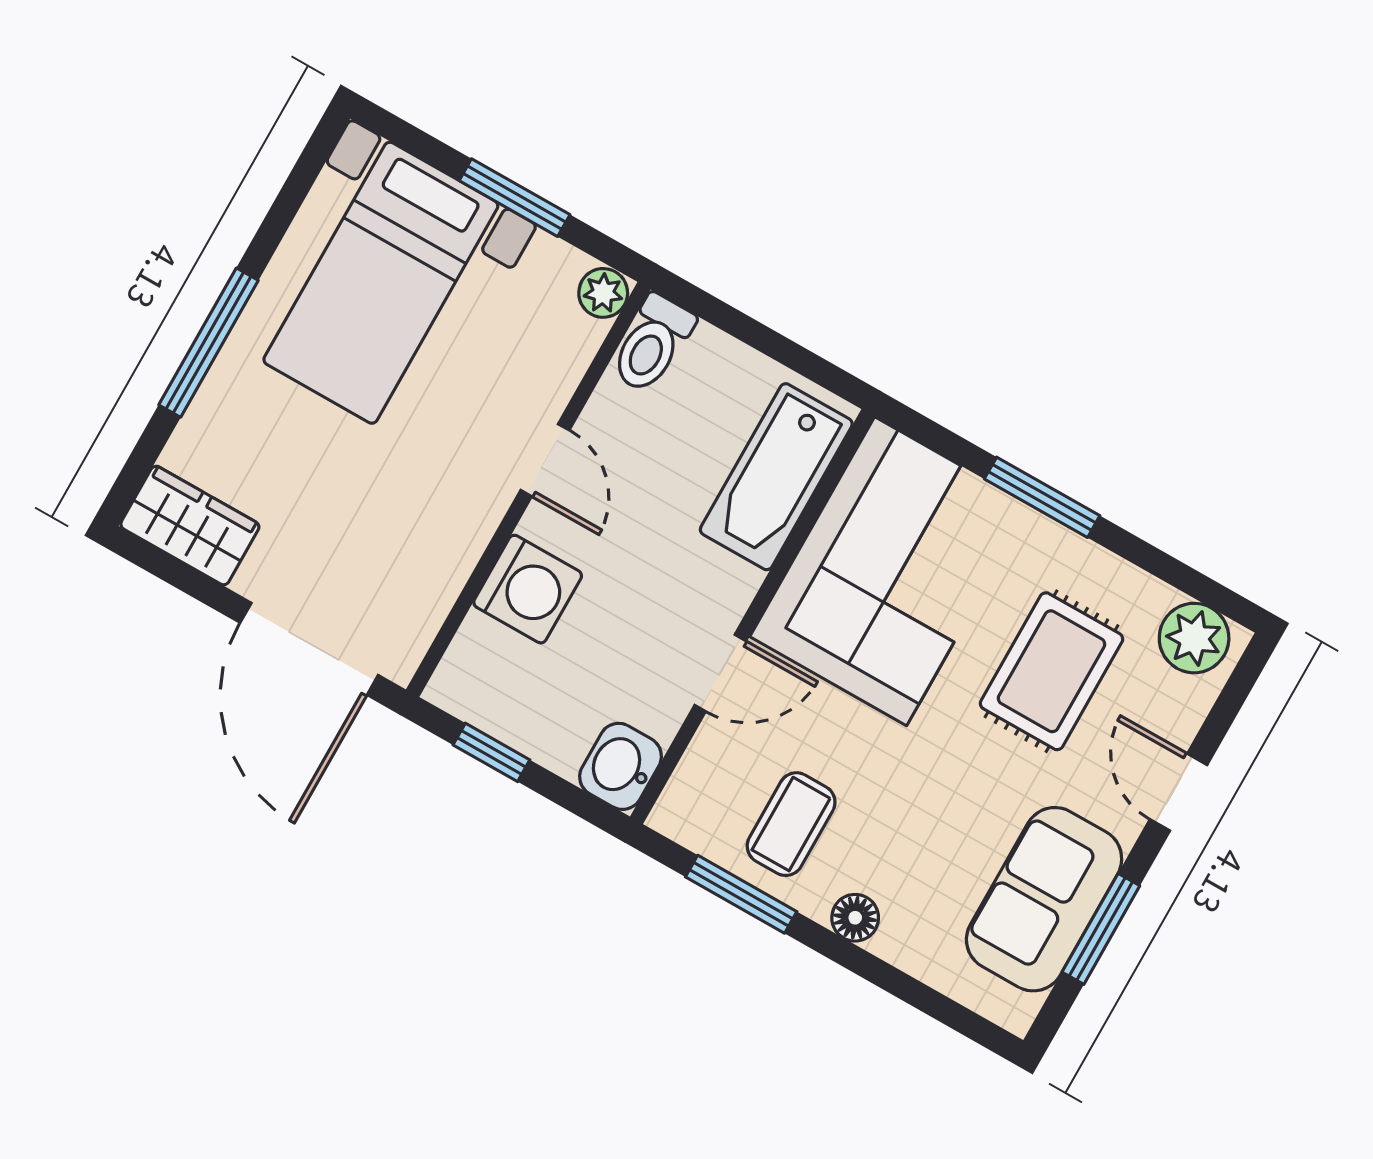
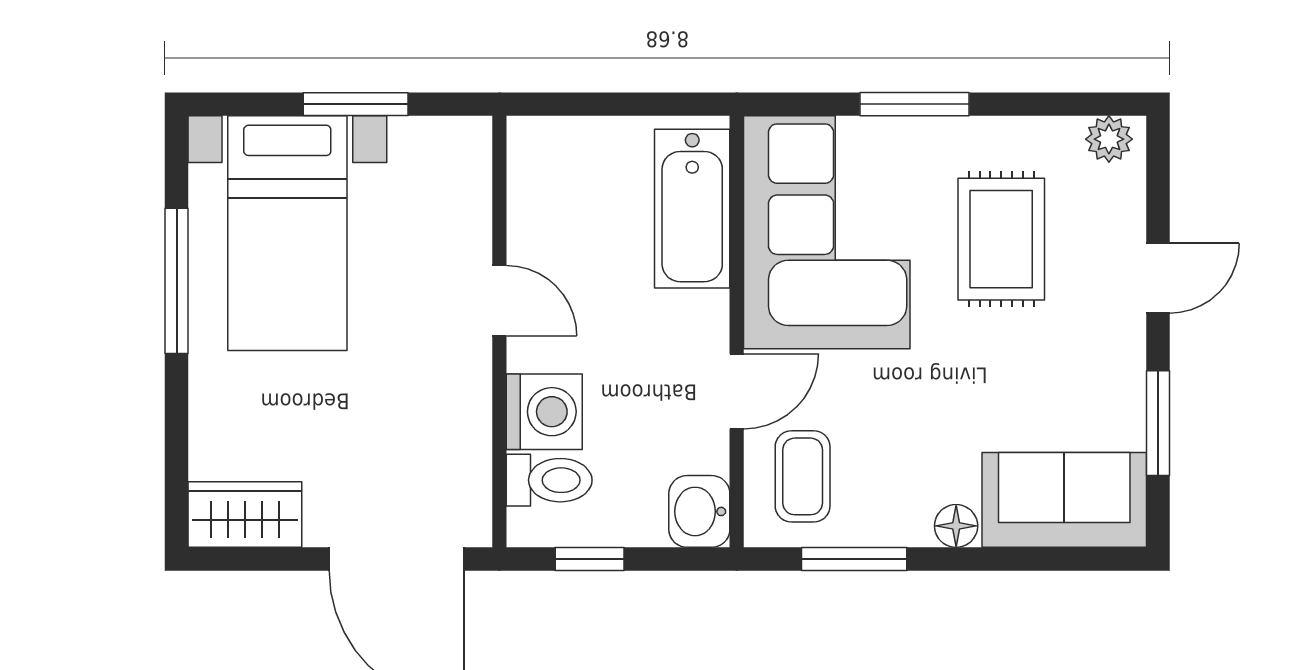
plant: (603, 293) -> (470, 140), removed
window: (208, 343) -> (177, 281), moved
toilet: (652, 344) -> (549, 480), moved, turned -90
plant: (1194, 638) -> (1109, 139), width x0.73, depth x0.73
door: (1179, 792) -> (1158, 278), swing flipped
coffee table: (791, 824) -> (803, 476), moved
sofa: (1044, 899) -> (1064, 500), moved, turned 90

